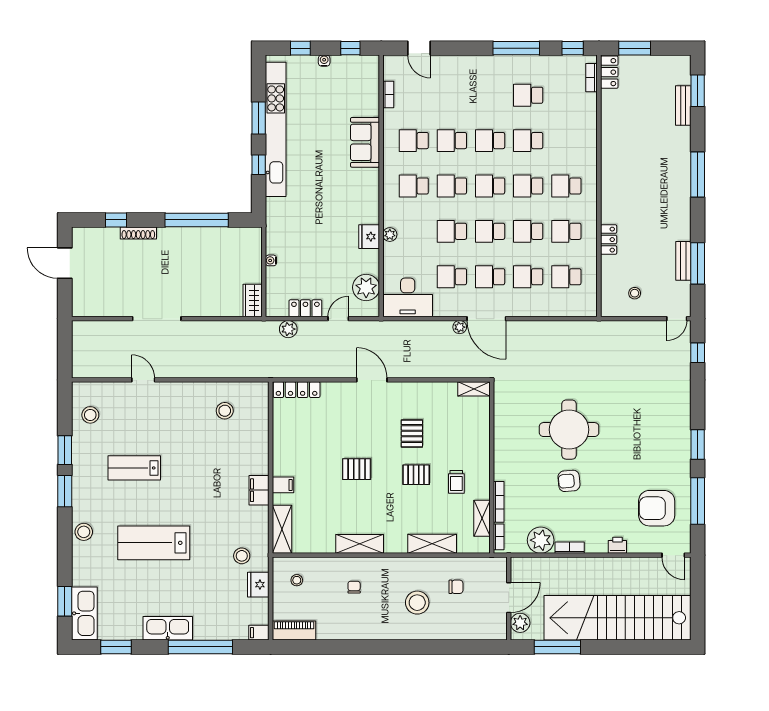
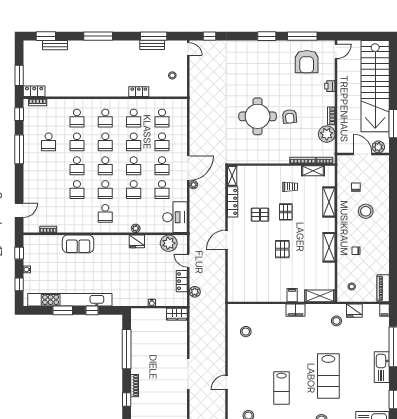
school desk: (414, 141) -> (77, 118), moved
locker: (297, 390) -> (233, 202), moved

